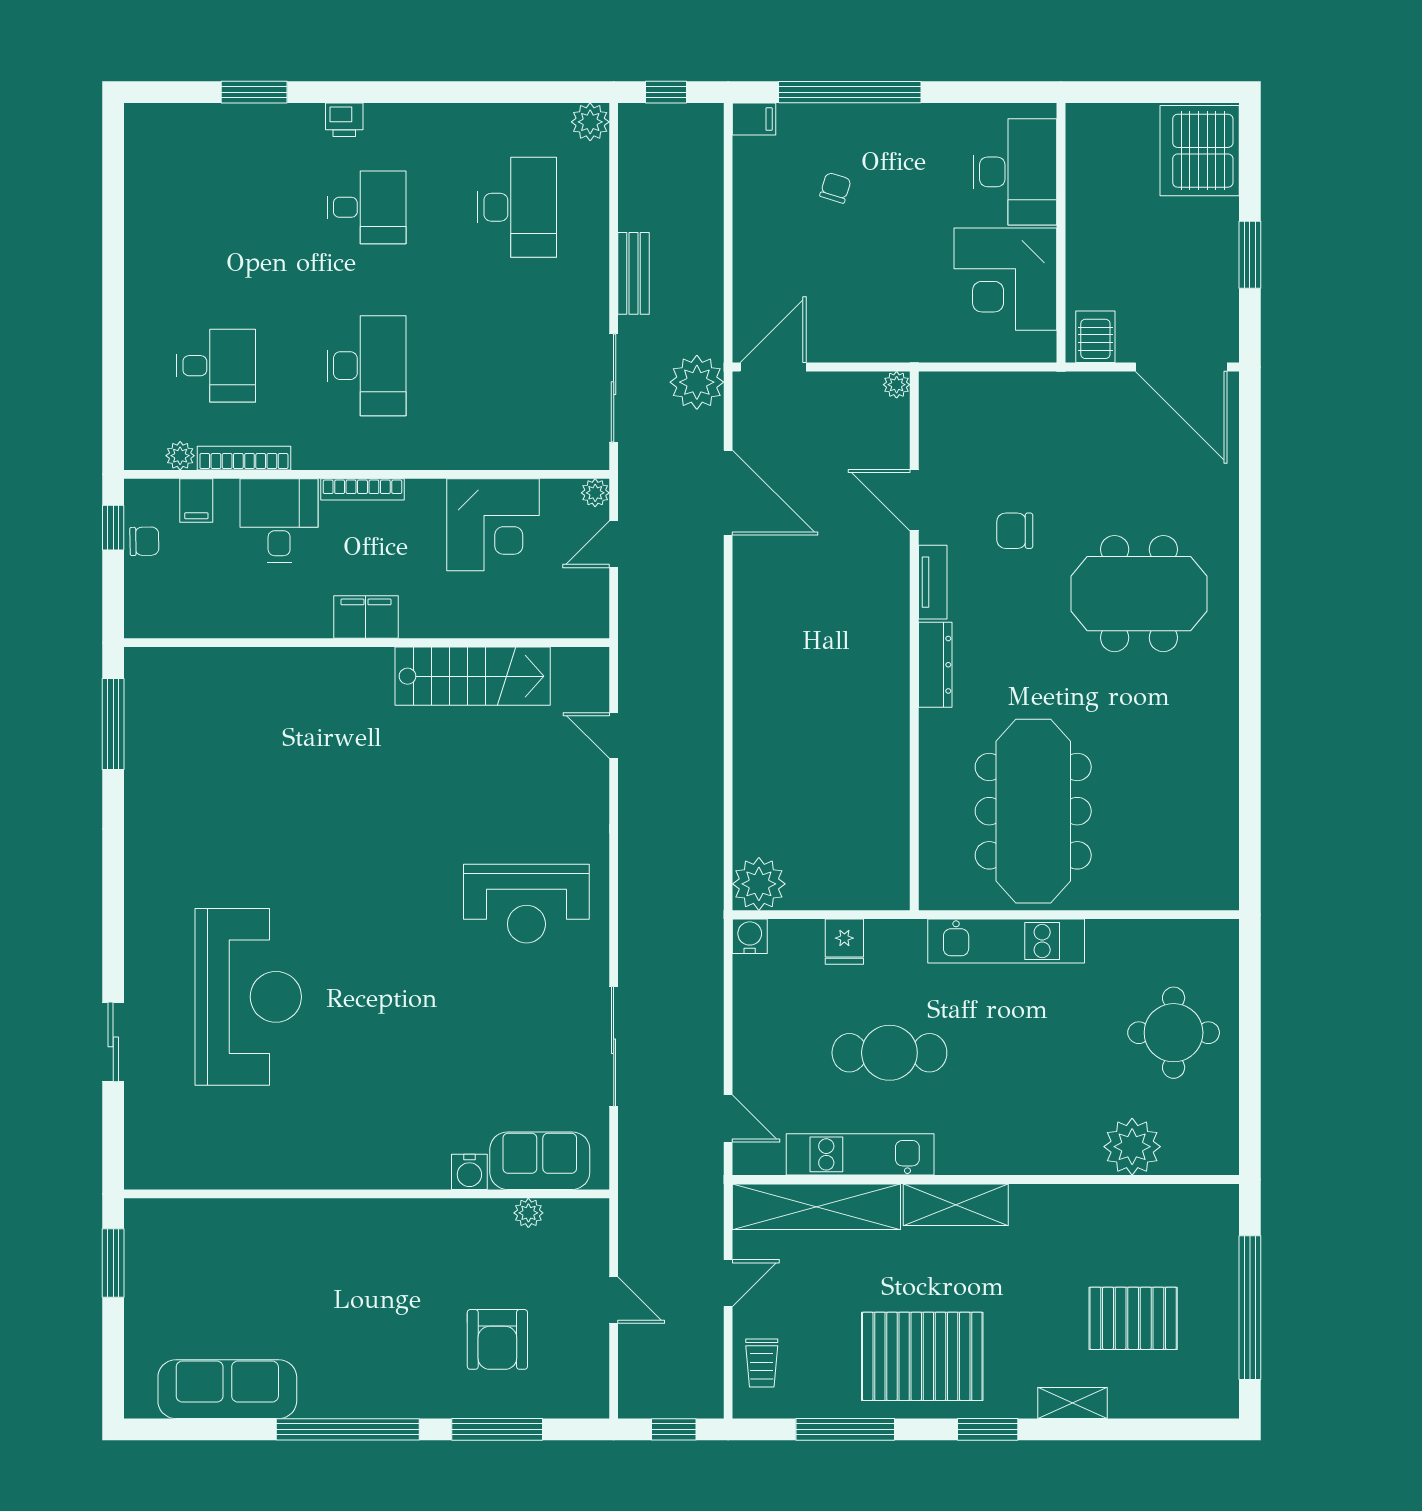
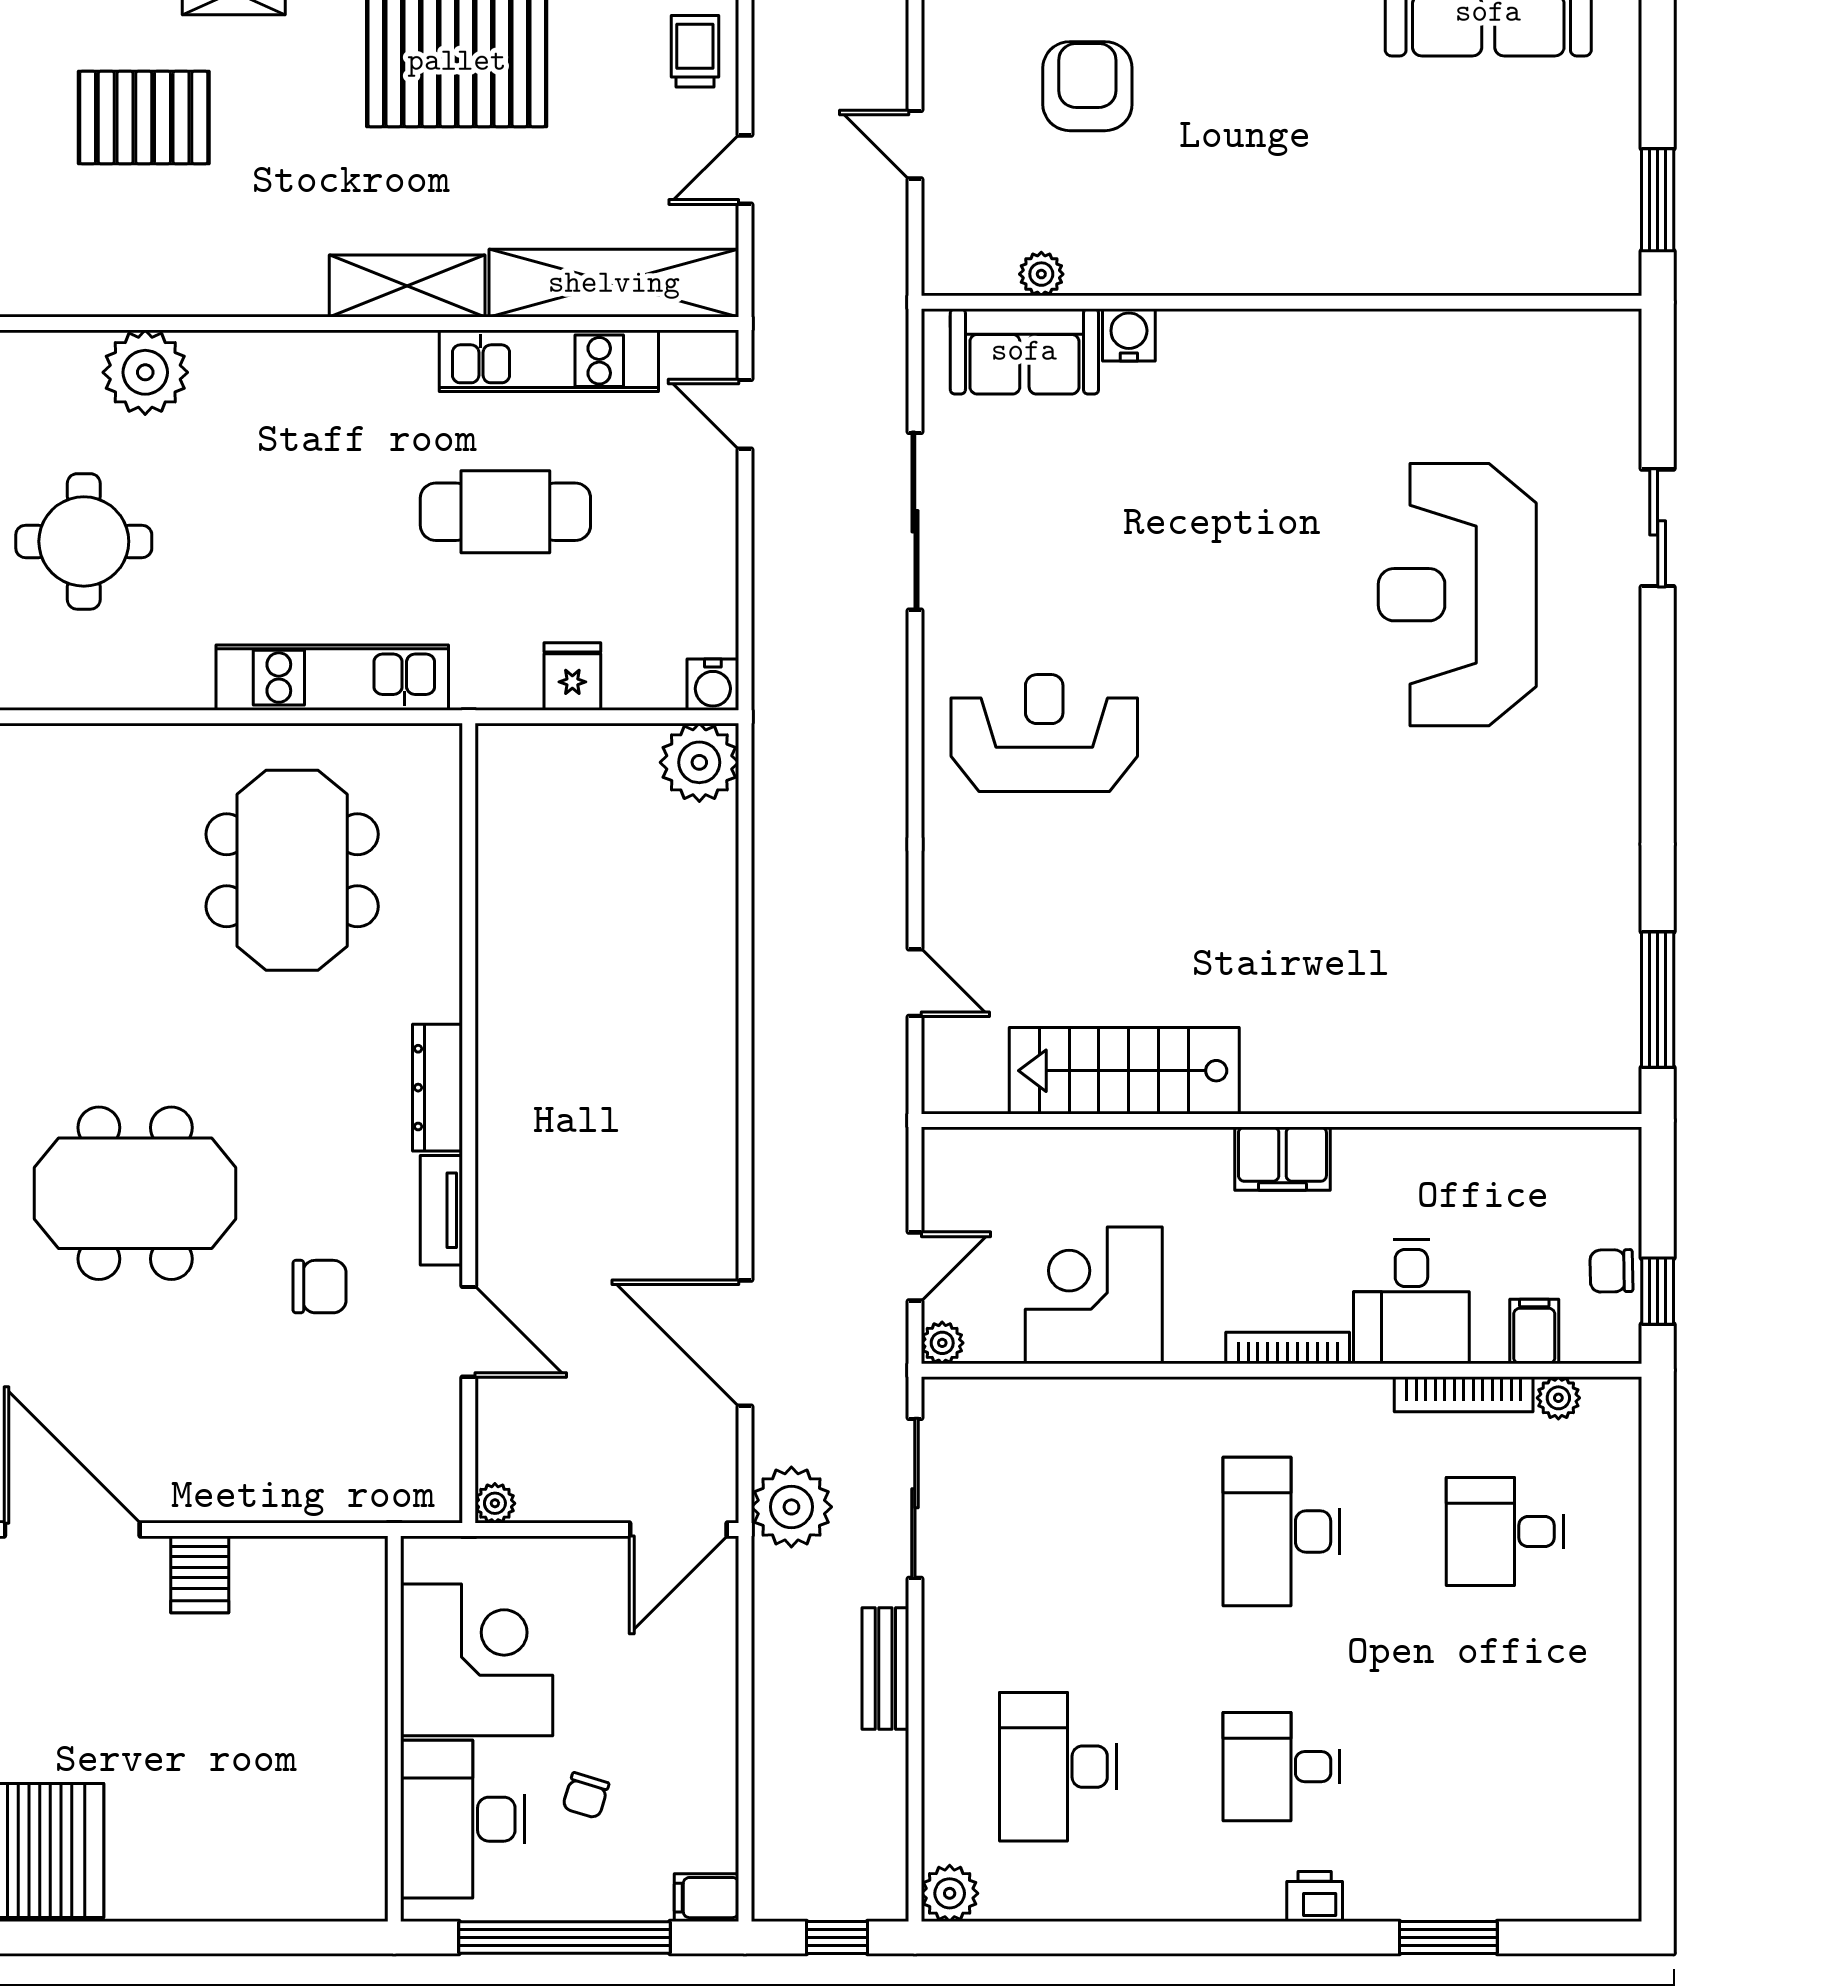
desk: (1015, 172) -> (463, 1819), moved
wall: (1061, 233) -> (394, 1729), moved
corner desk: (1005, 279) -> (477, 1660), moved
meeting table: (1033, 811) -> (292, 870), width x0.73

